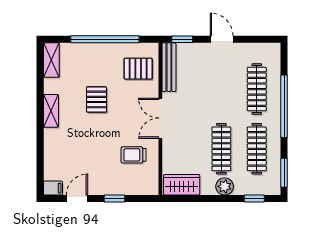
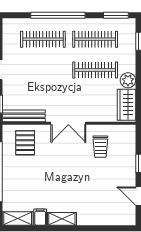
pallet: (97, 99) -> (52, 179), removed
plant: (225, 186) -> (128, 80), moved
filing cabinet: (53, 188) -> (40, 217), moved

